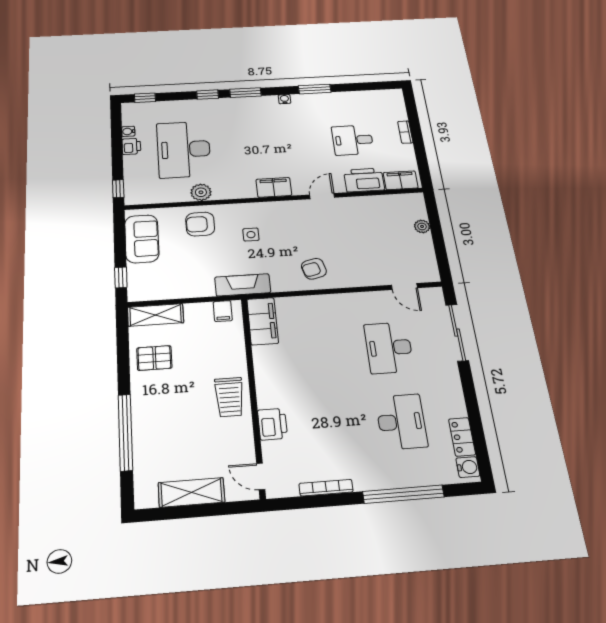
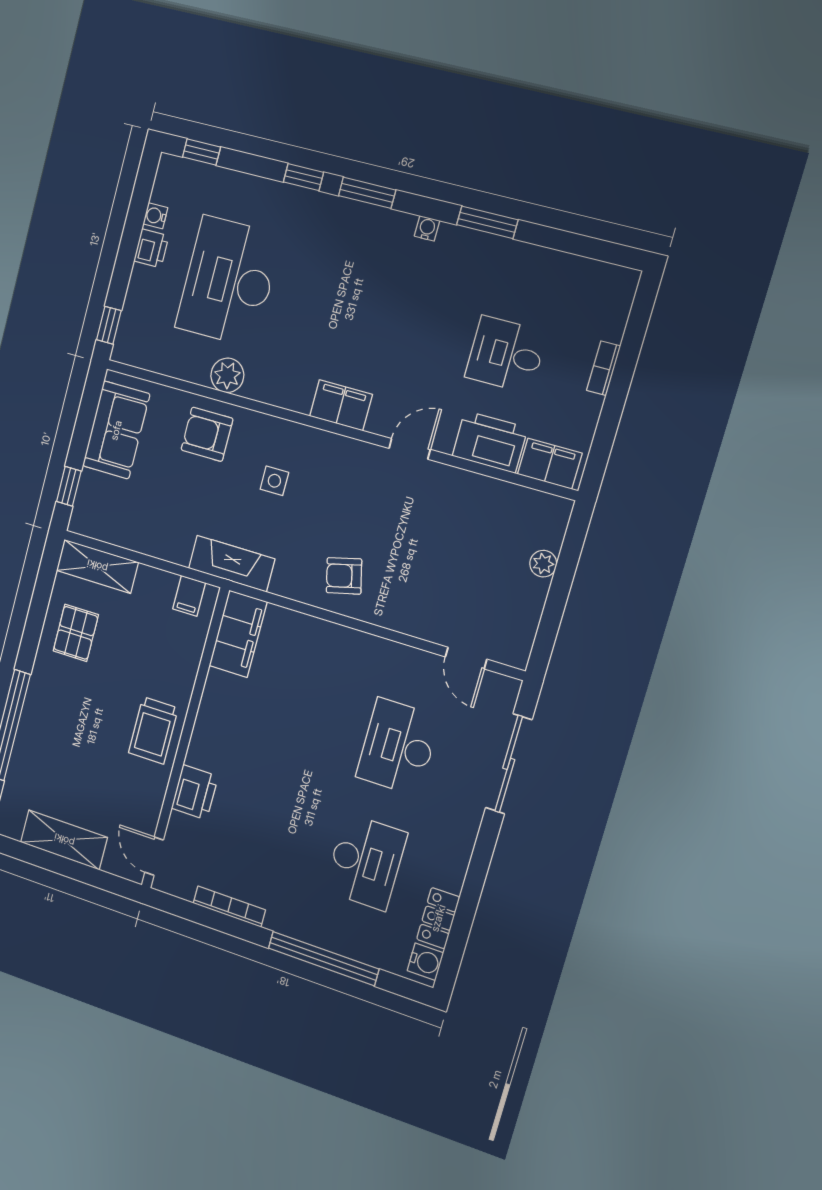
pallet: (154, 358) -> (76, 633), turned 90

